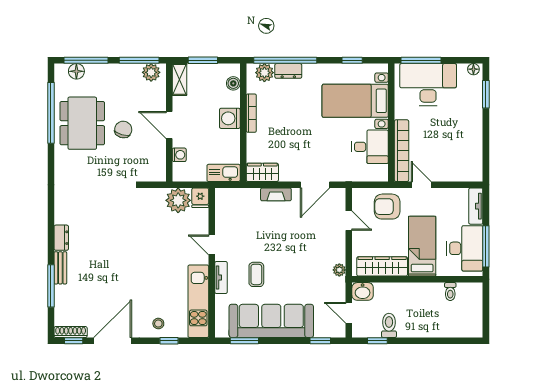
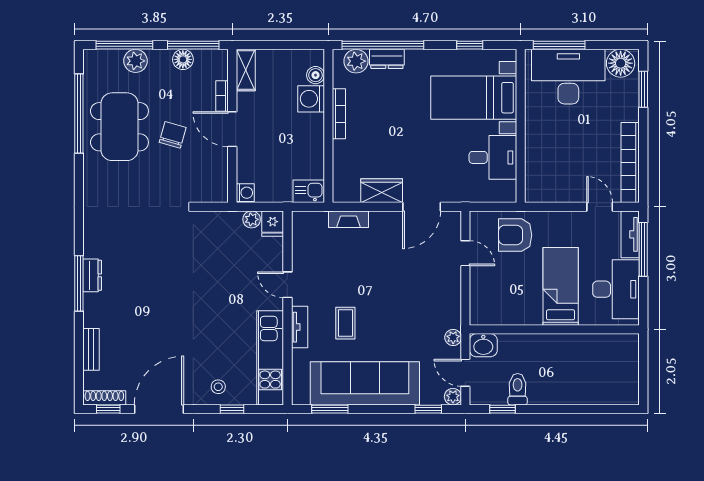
window: (203, 60) -> (276, 45), removed
floor lamp: (473, 69) -> (621, 63), width x1.89, depth x1.89
floor lamp: (76, 71) -> (183, 59), moved
plant: (151, 72) -> (136, 61), moved
bookcase: (161, 99) -> (222, 96), added
washing machine: (230, 118) -> (311, 99), moved
bookcase: (402, 151) -> (630, 162), moved, turned 180
washing machine: (179, 155) -> (245, 193), moved
wardrobe: (262, 172) -> (382, 191), moved
kitchen sink: (224, 173) -> (309, 191), width x0.73
door: (421, 185) -> (600, 207), moved
fireplace: (276, 194) -> (348, 219), moved
plant: (178, 200) -> (252, 219), width x0.53, depth x0.53
window: (486, 246) -> (643, 249), moved
wardrobe: (382, 266) -> (509, 313), removed
bench: (60, 268) -> (91, 349), moved
plant: (339, 270) -> (453, 337), moved
window: (51, 286) -> (79, 283), moved
toilet: (450, 292) -> (597, 345), removed
plant: (339, 331) -> (453, 397), added

